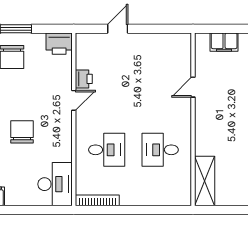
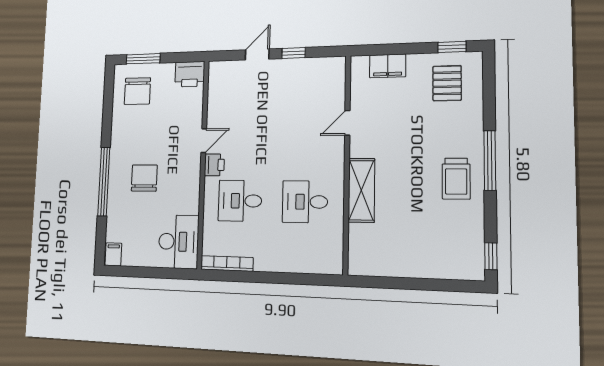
window: (148, 29) -> (294, 53), added
printer: (84, 79) -> (214, 165), moved
desk: (107, 150) -> (240, 201), turned 180
shelving: (205, 181) -> (361, 190), moved

